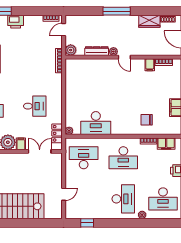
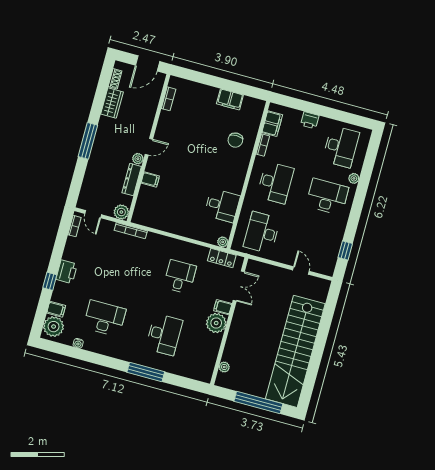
filing cabinet: (150, 65) -> (150, 179), moved
desk: (96, 123) -> (222, 205), width x0.73
double door: (40, 151) -> (239, 286), swing flipped

